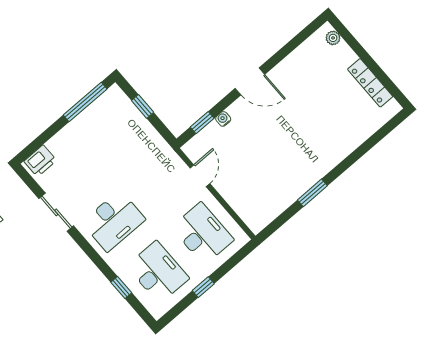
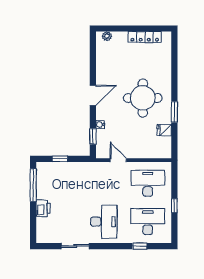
round table: (297, 142) -> (143, 98), added
printer: (40, 161) -> (43, 208), moved
fridge: (281, 199) -> (164, 130), added

